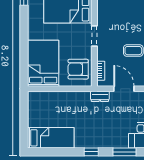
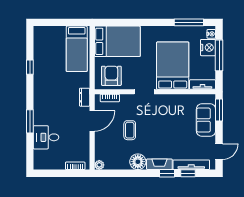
bed: (51, 138) -> (77, 49), moved
window: (91, 152) -> (30, 67), moved

